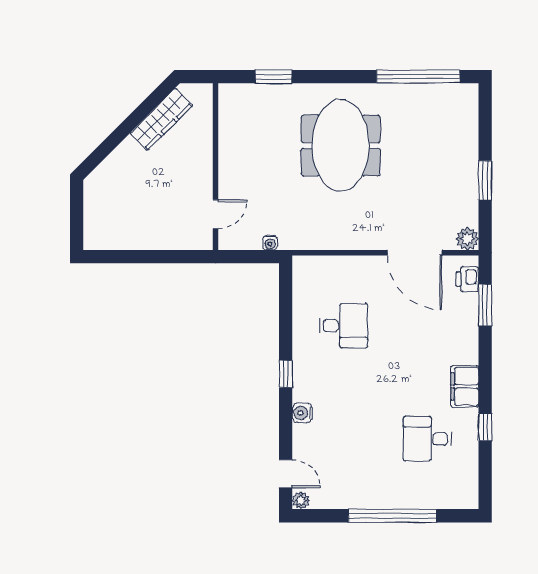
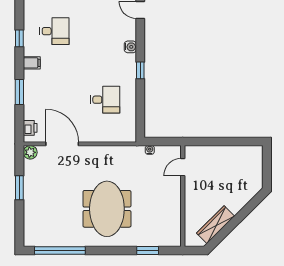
window: (485, 305) -> (19, 92), moved
desk: (344, 326) -> (105, 100), turned 180
filing cabinet: (465, 386) -> (32, 63), width x0.50

